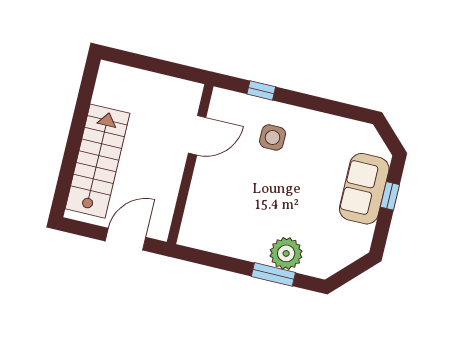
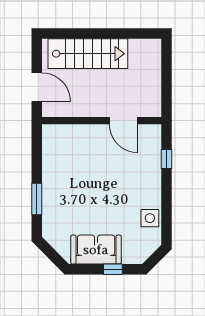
side table: (273, 137) -> (150, 218), moved
sofa: (364, 189) -> (96, 250), moved
plant: (286, 253) -> (54, 205), removed

